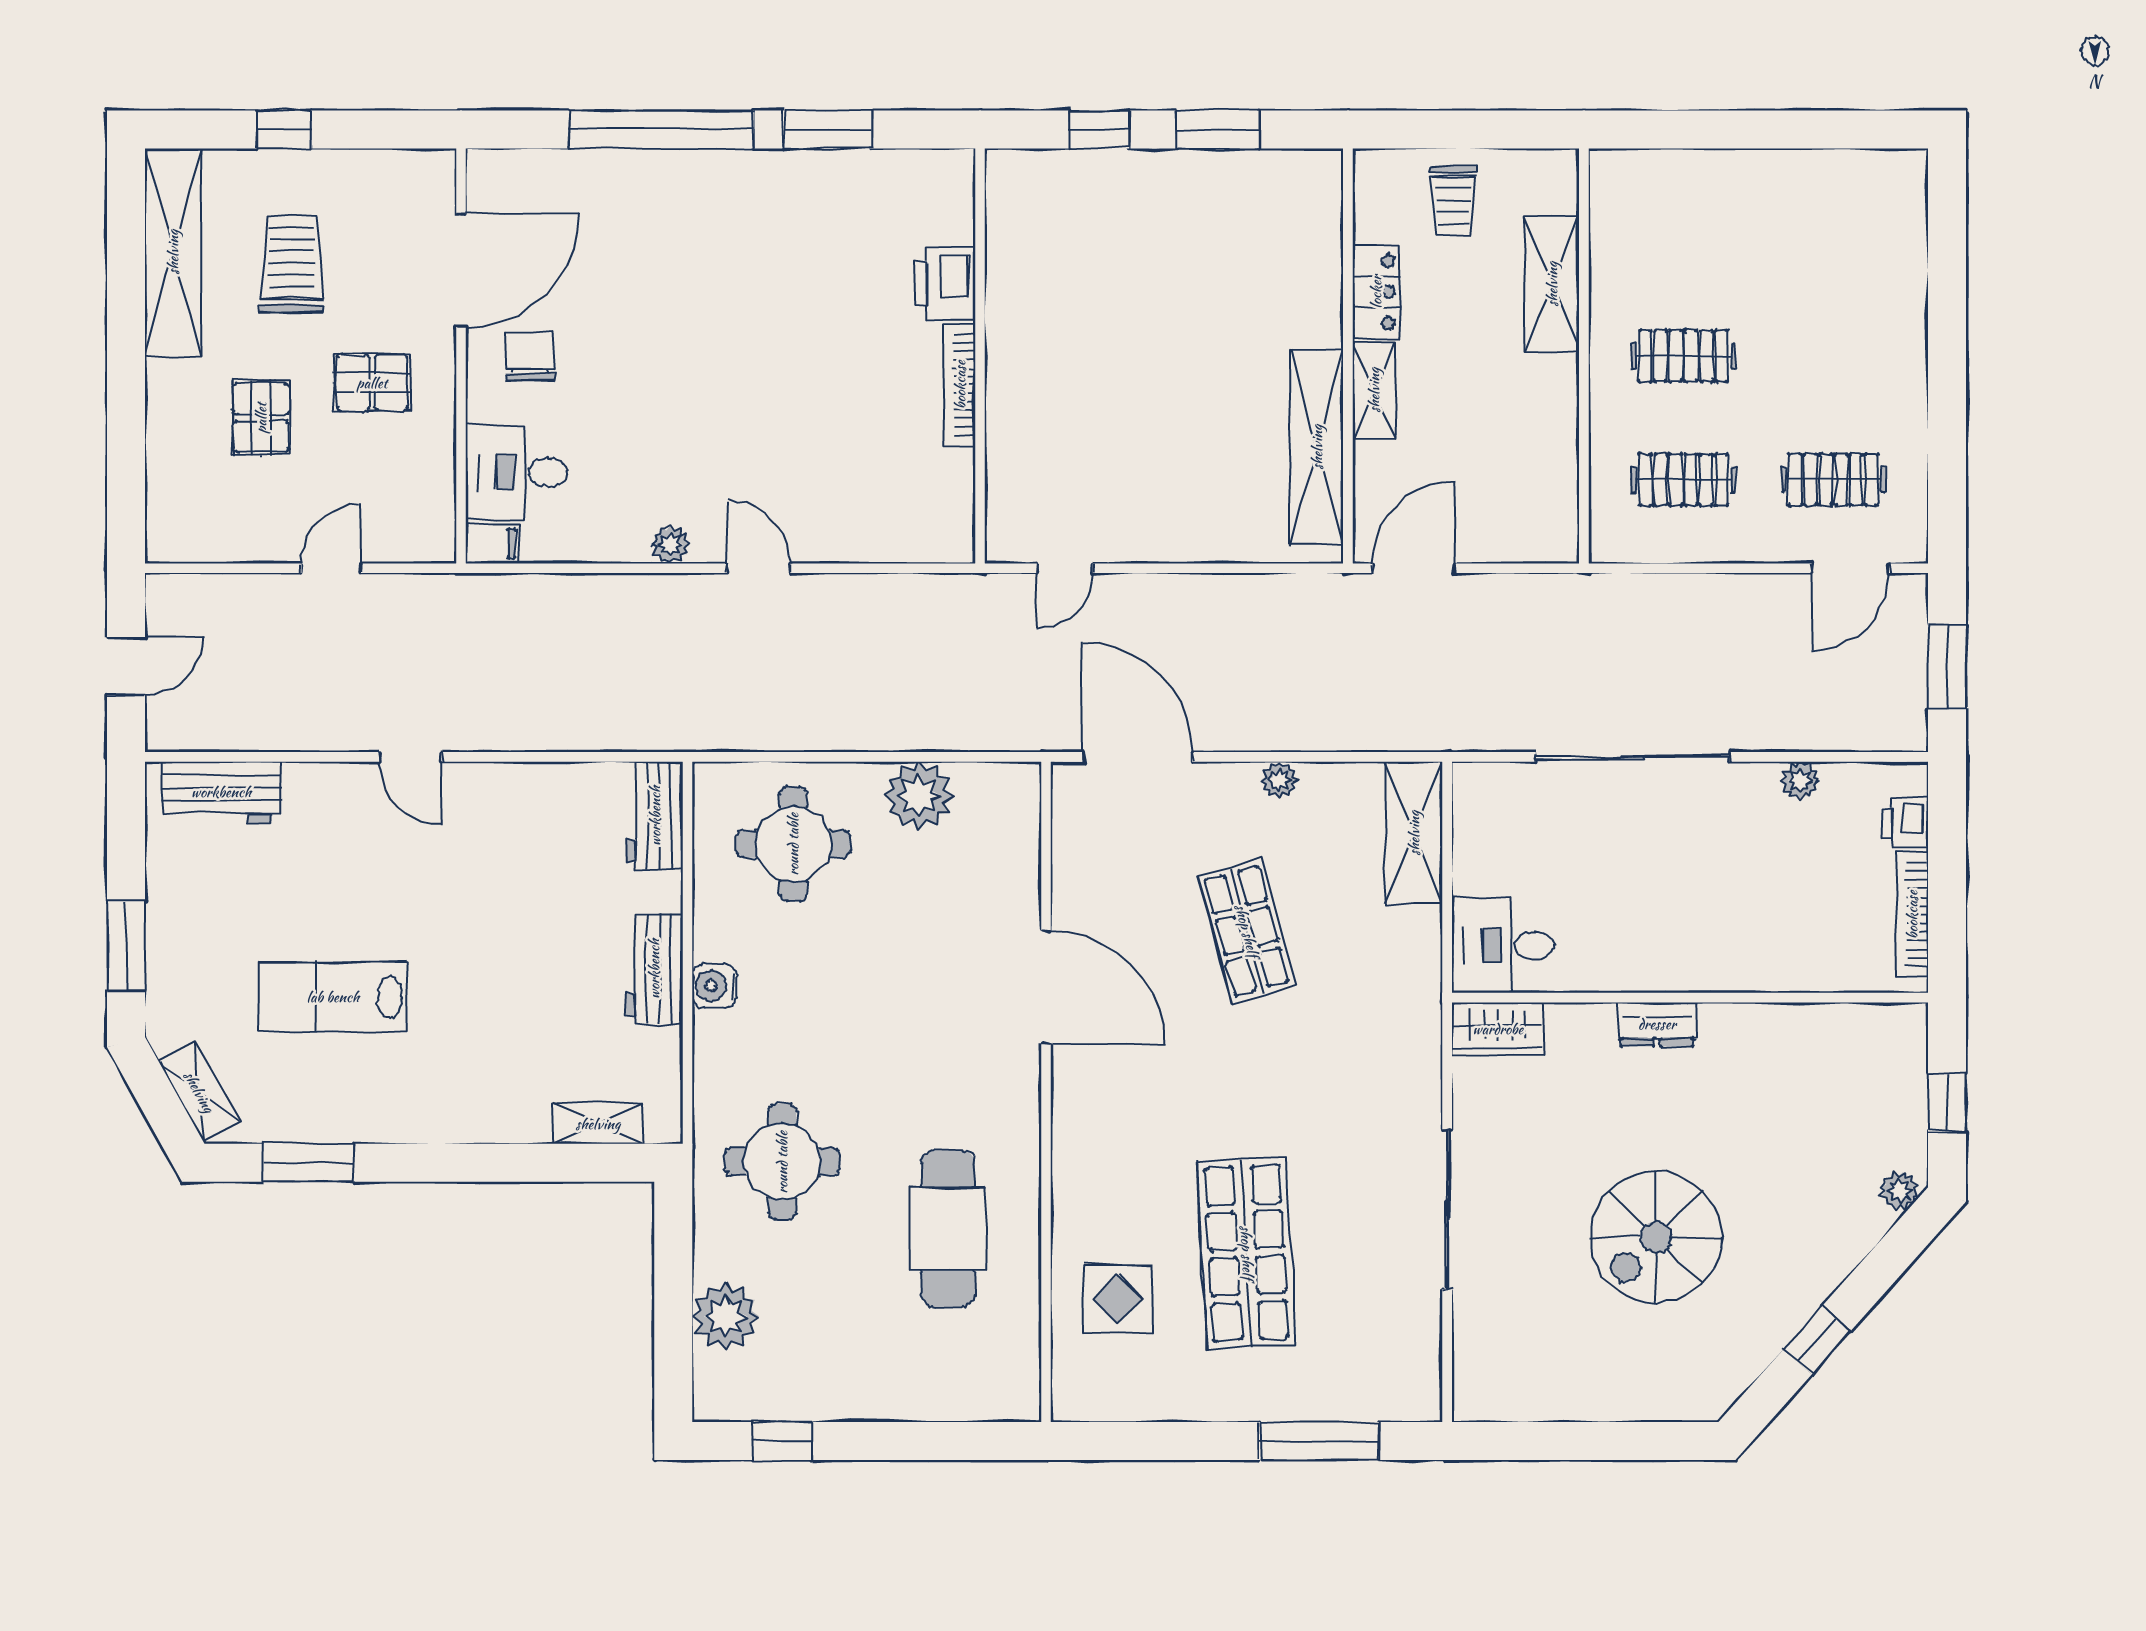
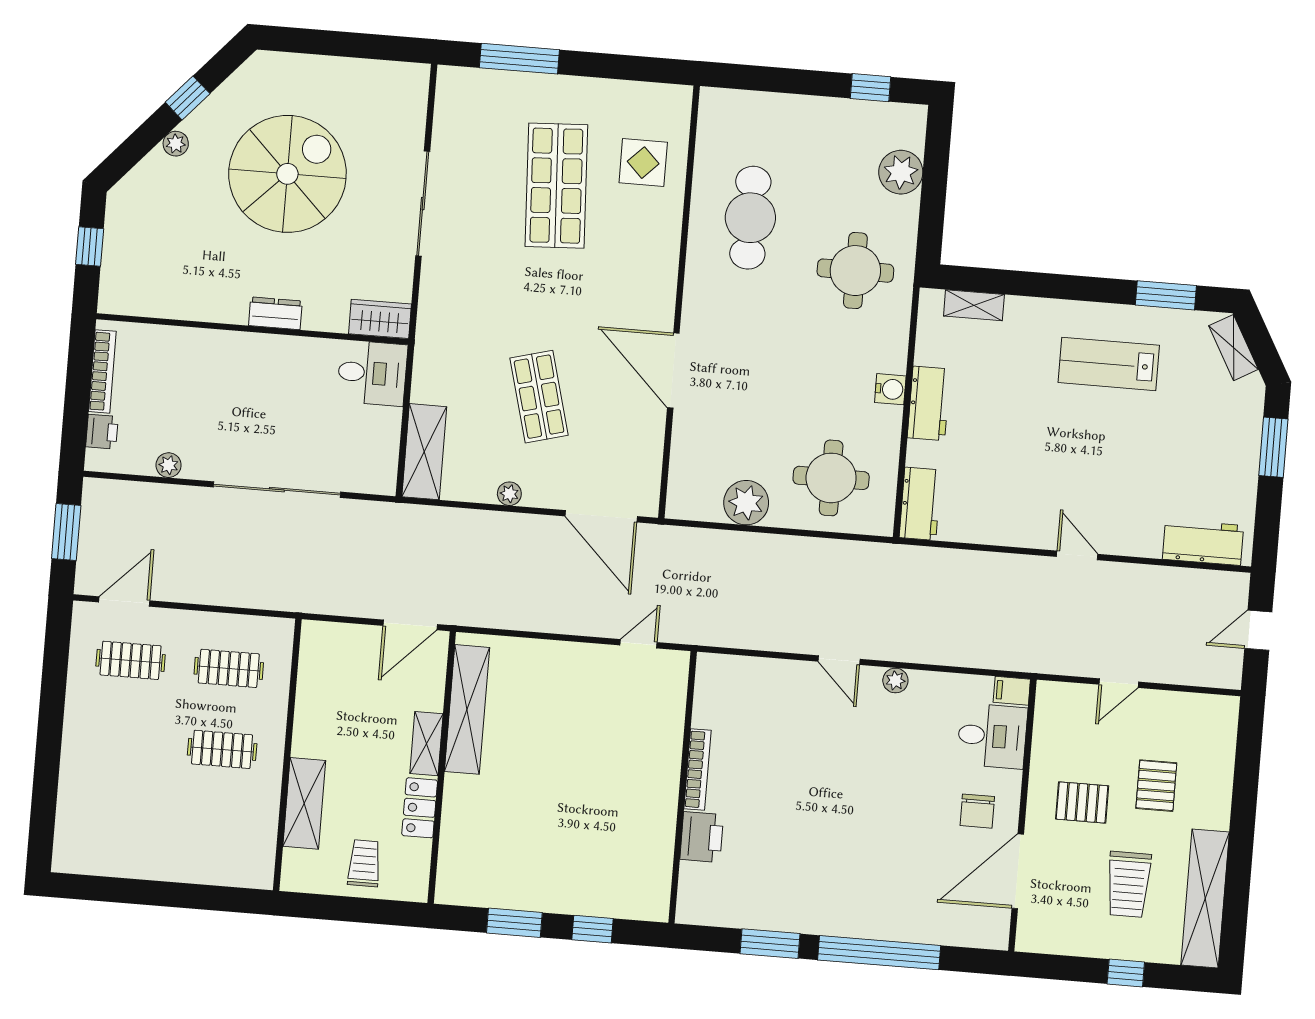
lab bench: (333, 997) -> (1109, 364), moved, turned 180
plant: (1899, 1191) -> (176, 144), moved
spiral stairs: (1656, 1237) -> (287, 174), width x1.37, depth x1.37

